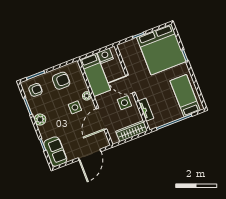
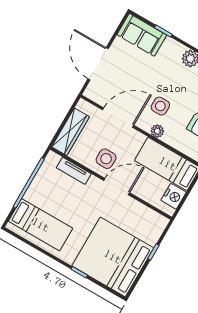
door: (101, 119) -> (118, 118), hinge flipped

